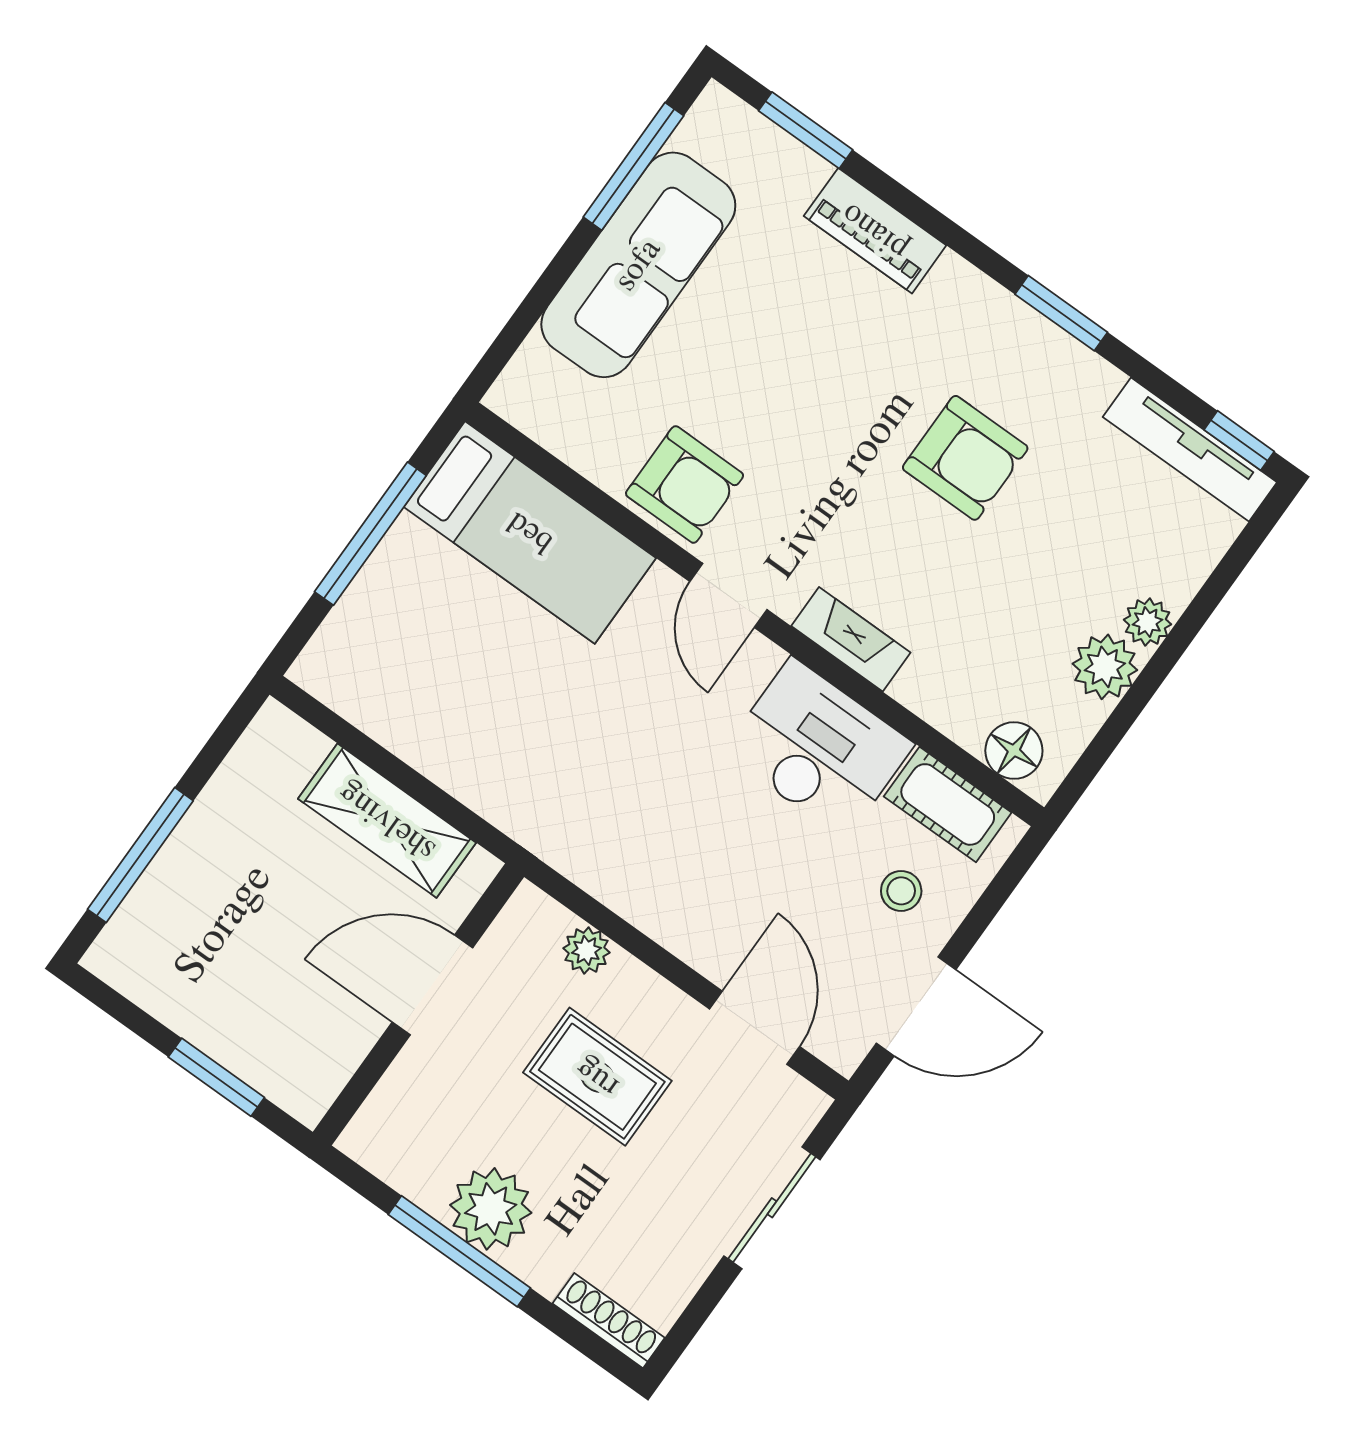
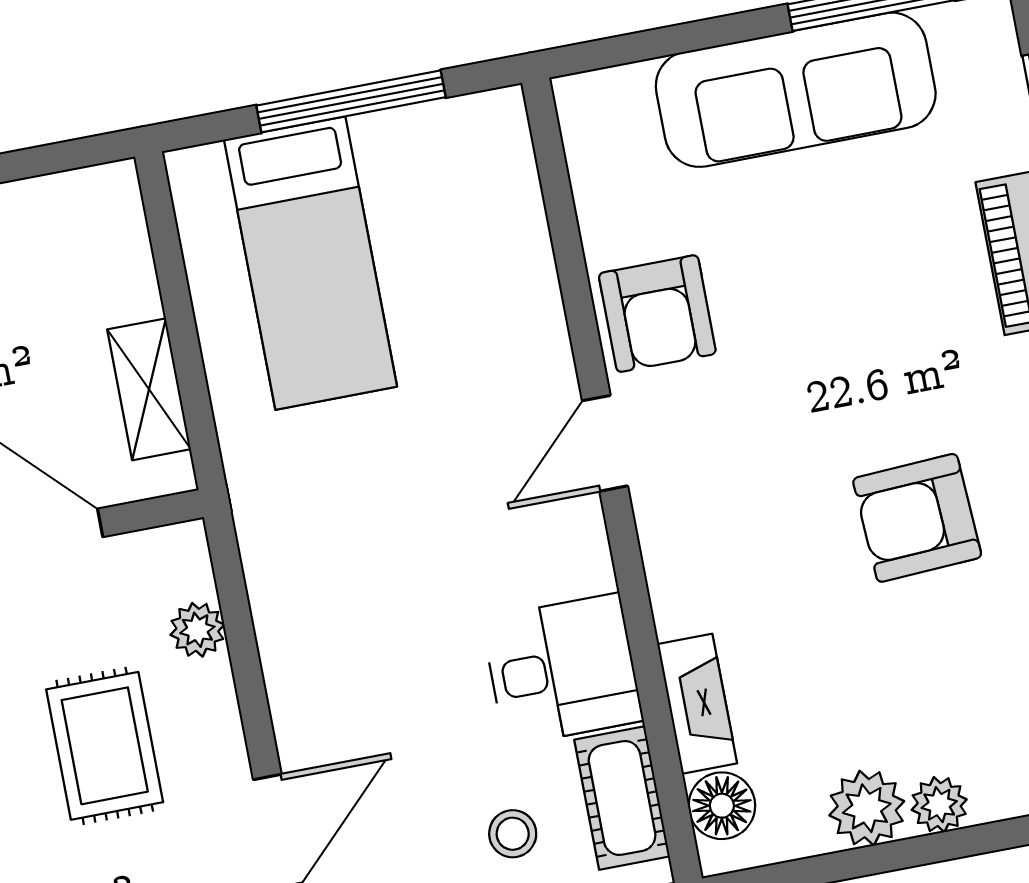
armchair: (965, 458) -> (917, 518), turned 87
bed: (530, 532) -> (310, 263), moved
fireplace: (851, 639) -> (697, 704), moved
desk: (818, 748) -> (562, 670), width x0.73
shelving: (387, 821) -> (149, 389), width x0.67, depth x0.75

